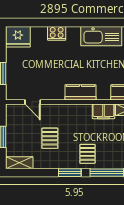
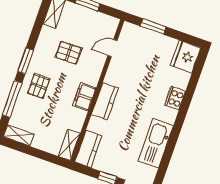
filing cabinet: (103, 111) -> (84, 97), moved
pallet: (87, 154) -> (39, 86), turned 90

